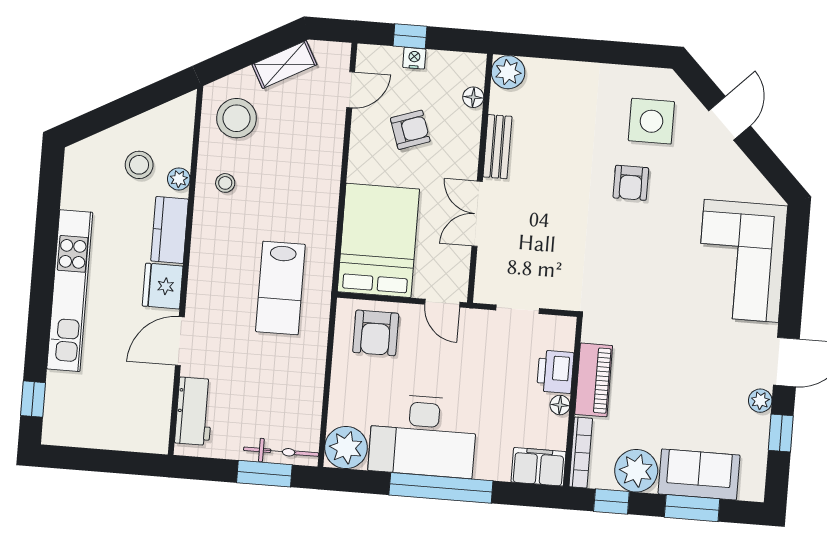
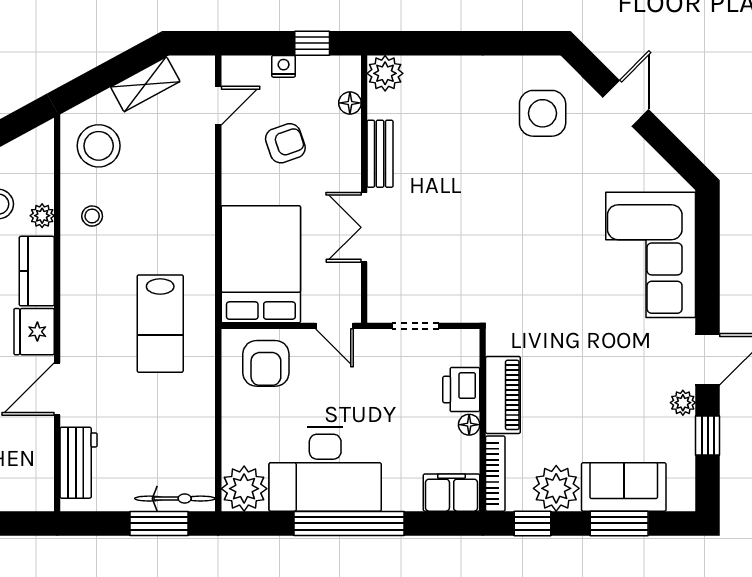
window: (410, 36) -> (312, 43), moved
armchair: (631, 183) -> (526, 181), removed

